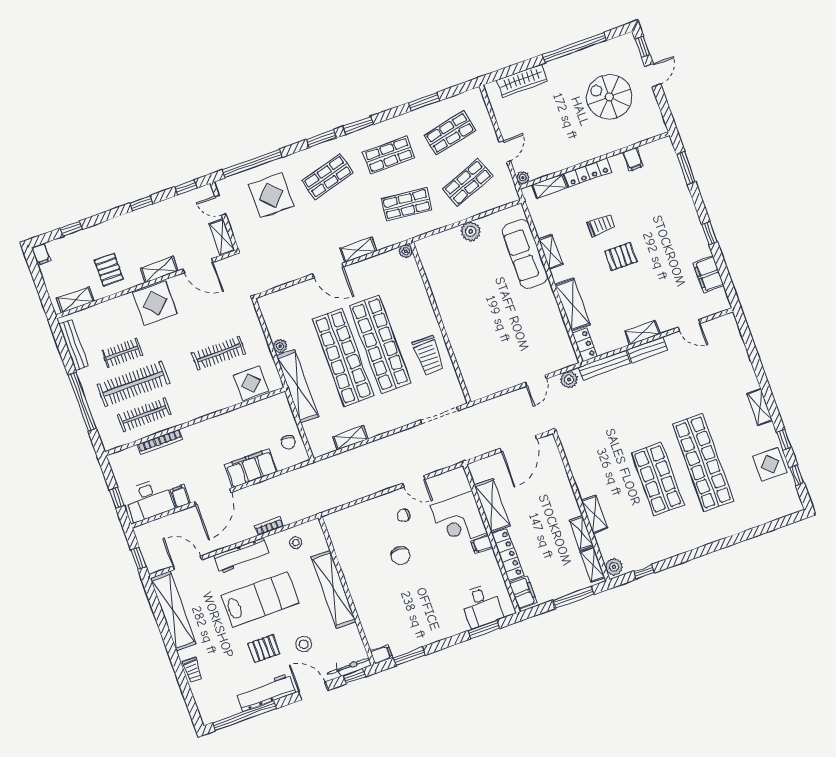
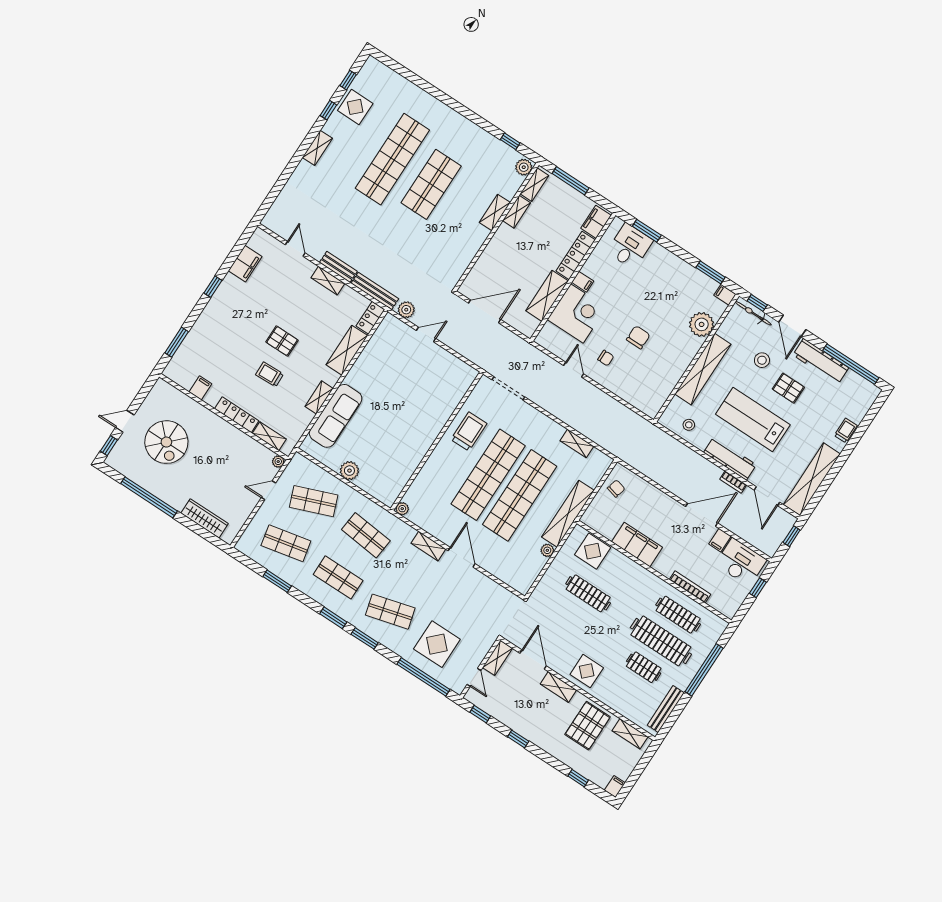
pallet: (109, 270) -> (588, 726), width x1.50, depth x1.42
display table: (155, 303) -> (587, 671), width x0.73, depth x0.73
filing cabinet: (251, 468) -> (637, 545), moved, turned 180
bookcase: (269, 526) -> (733, 482), moved
plant: (371, 616) -> (702, 324), added

